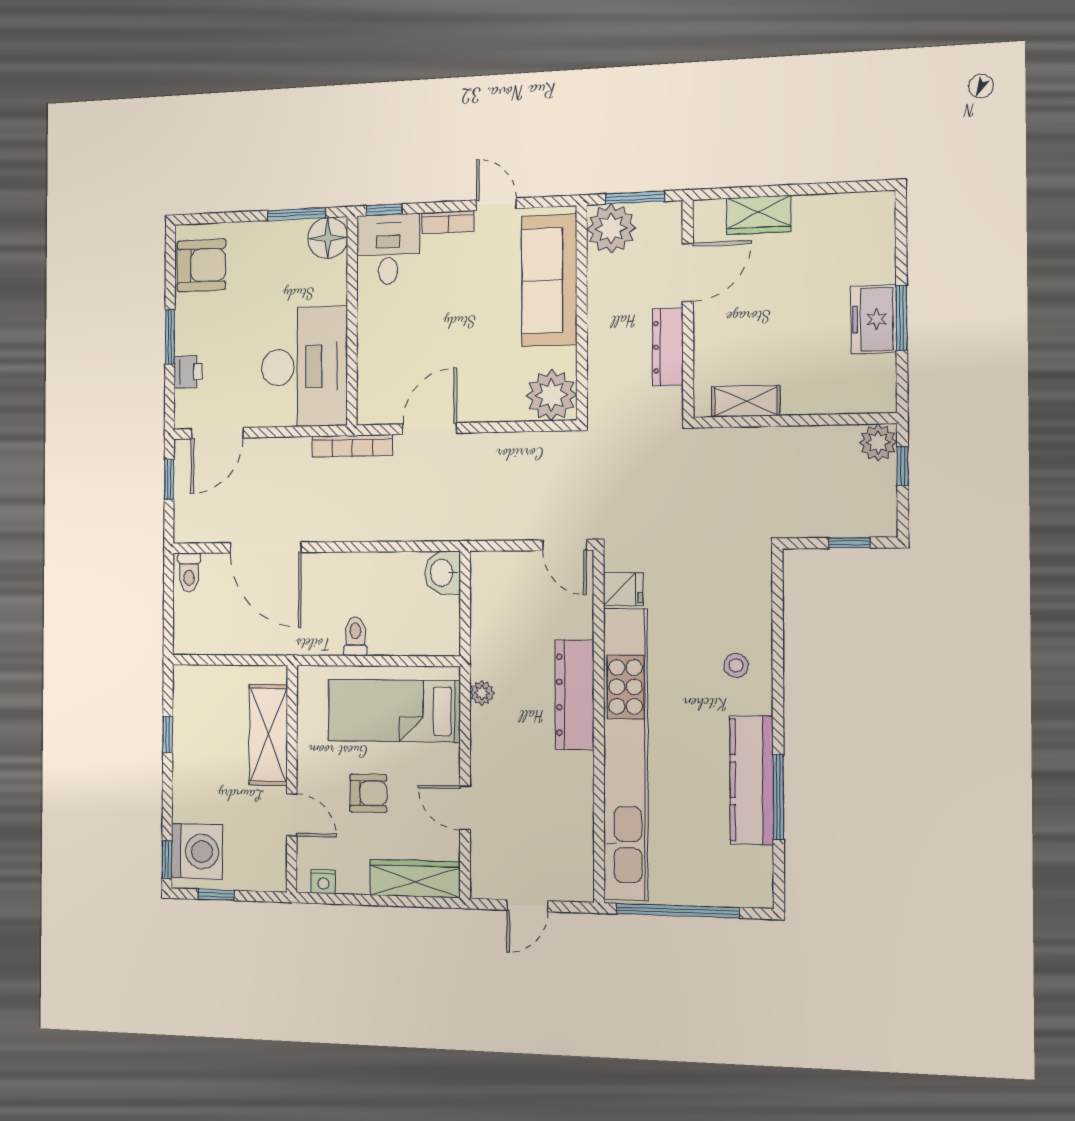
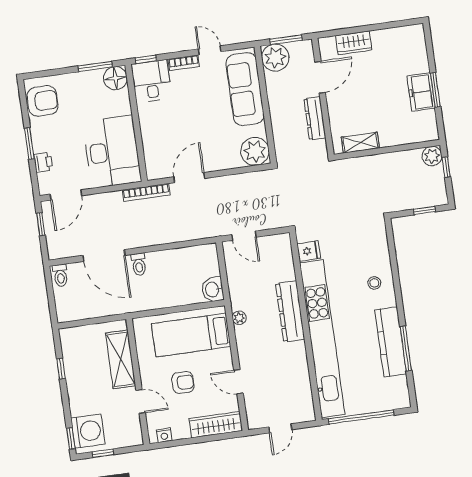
door: (565, 545) -> (244, 236), moved
washbasin: (443, 573) -> (213, 289), moved
toilet: (355, 636) -> (139, 264), moved, turned 180

